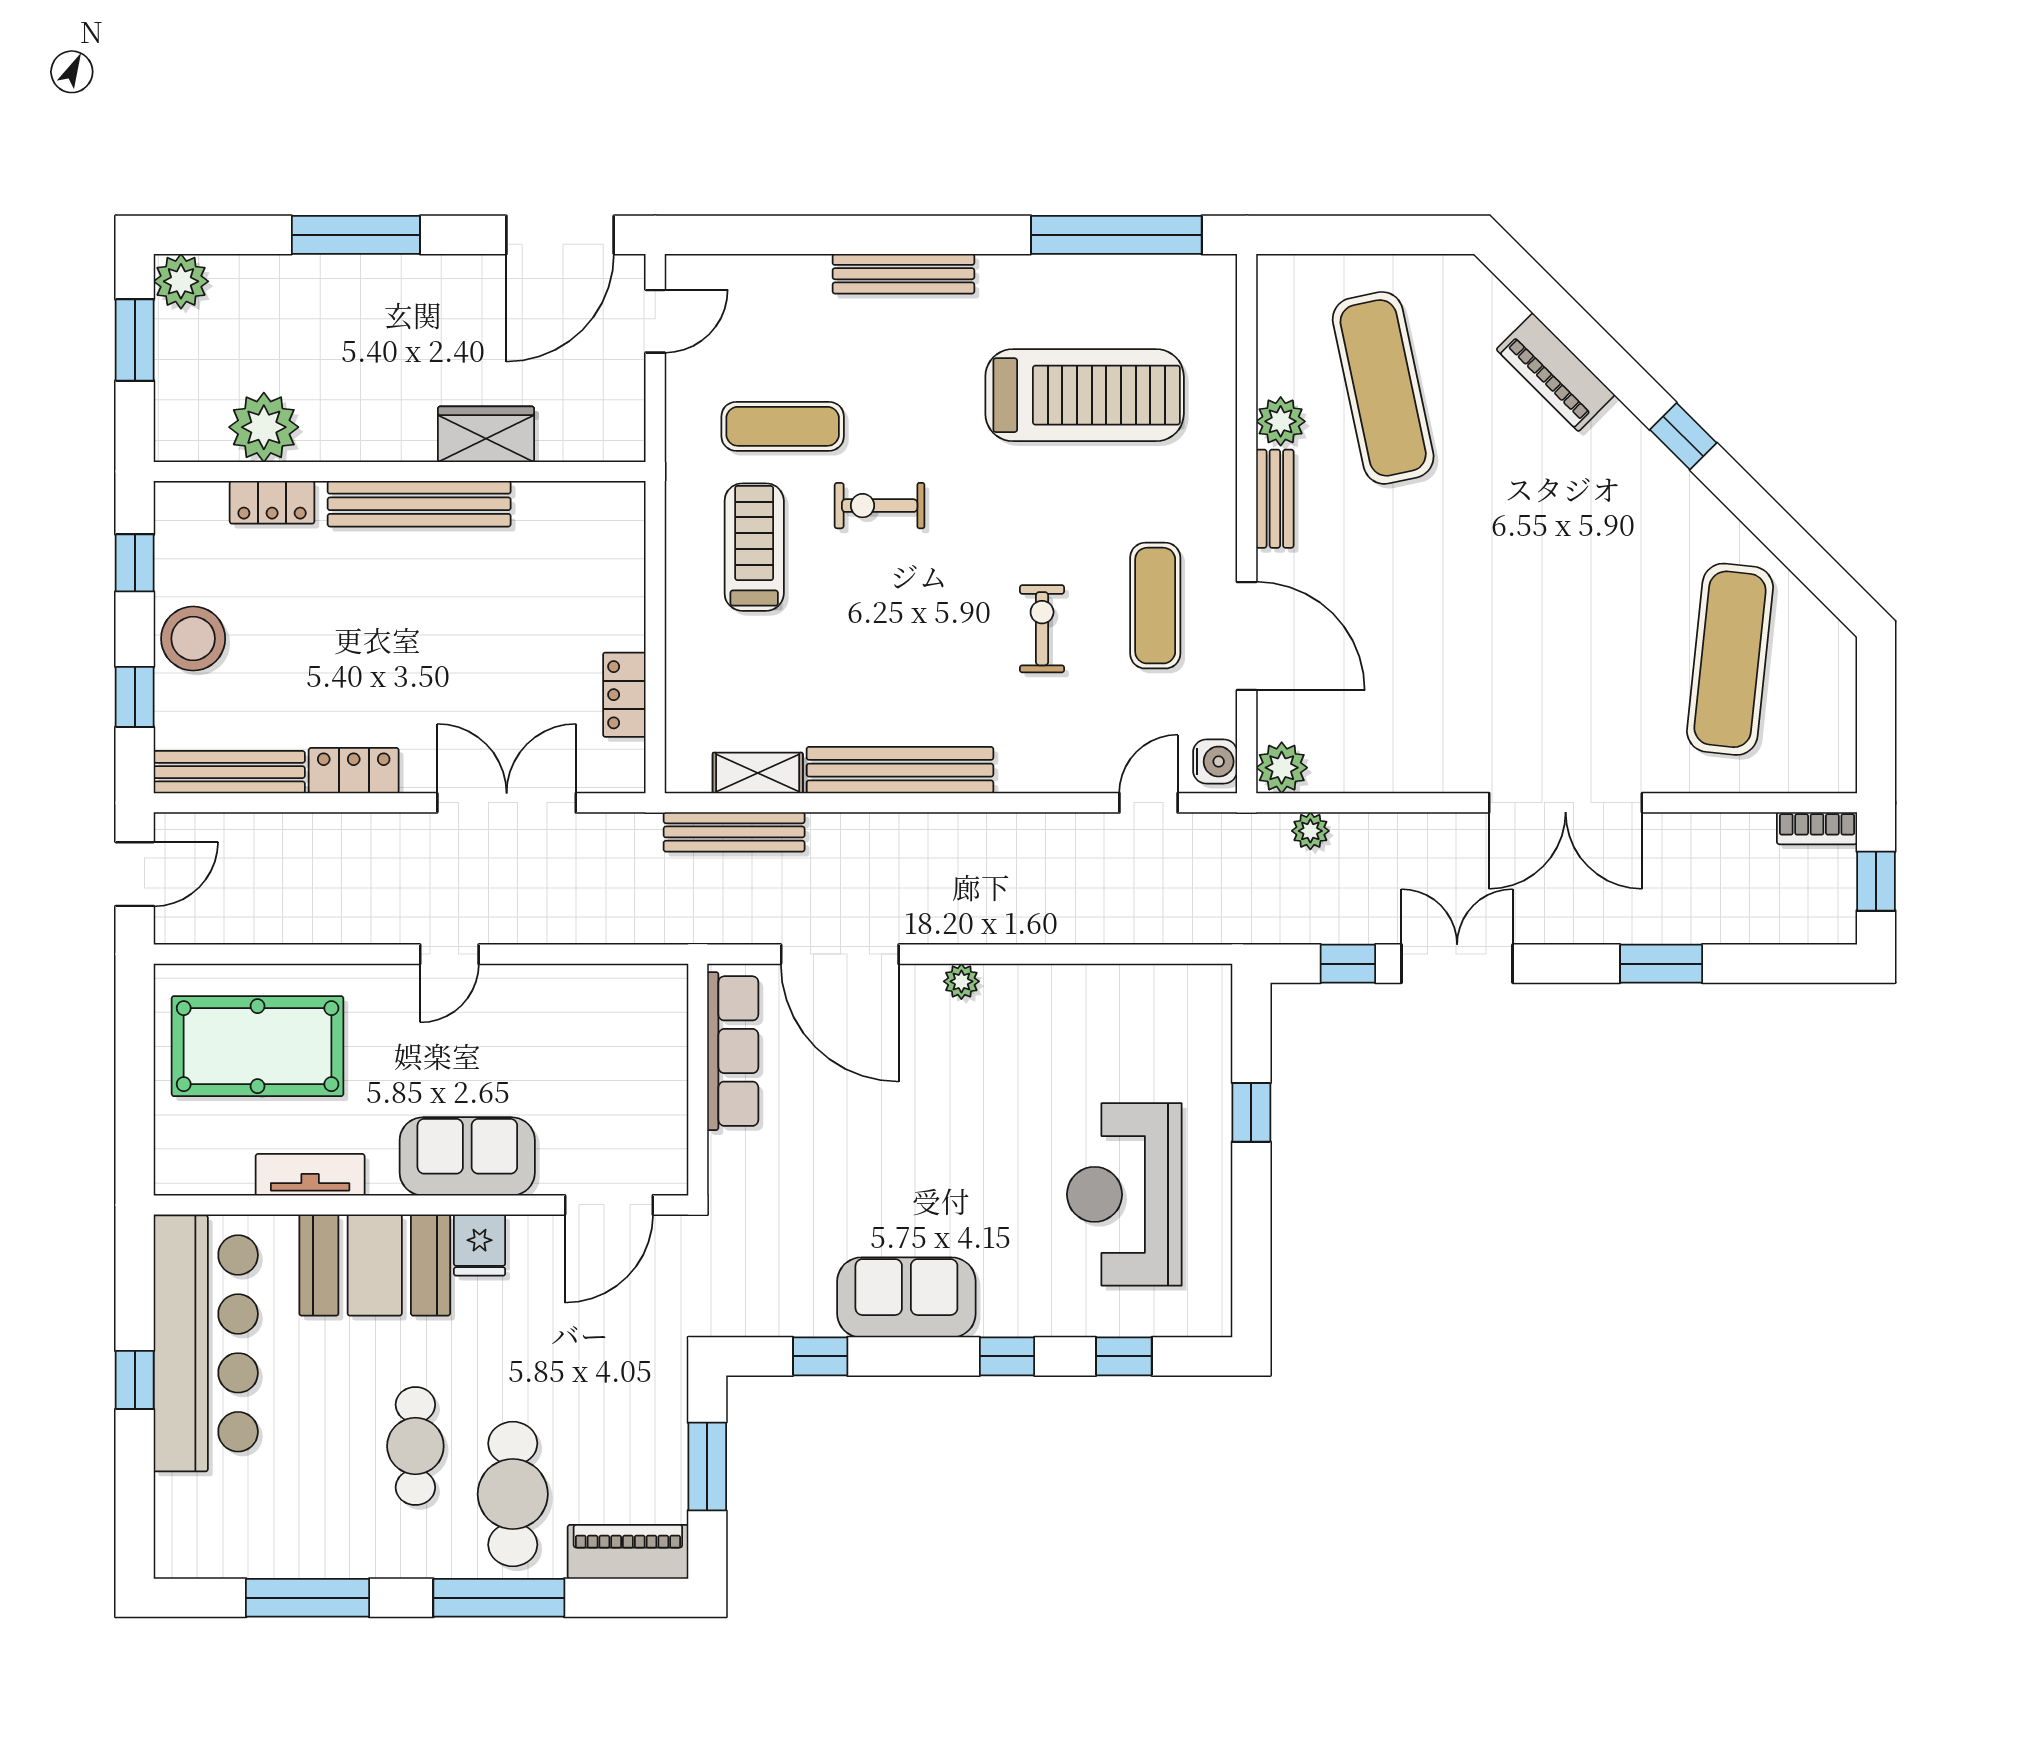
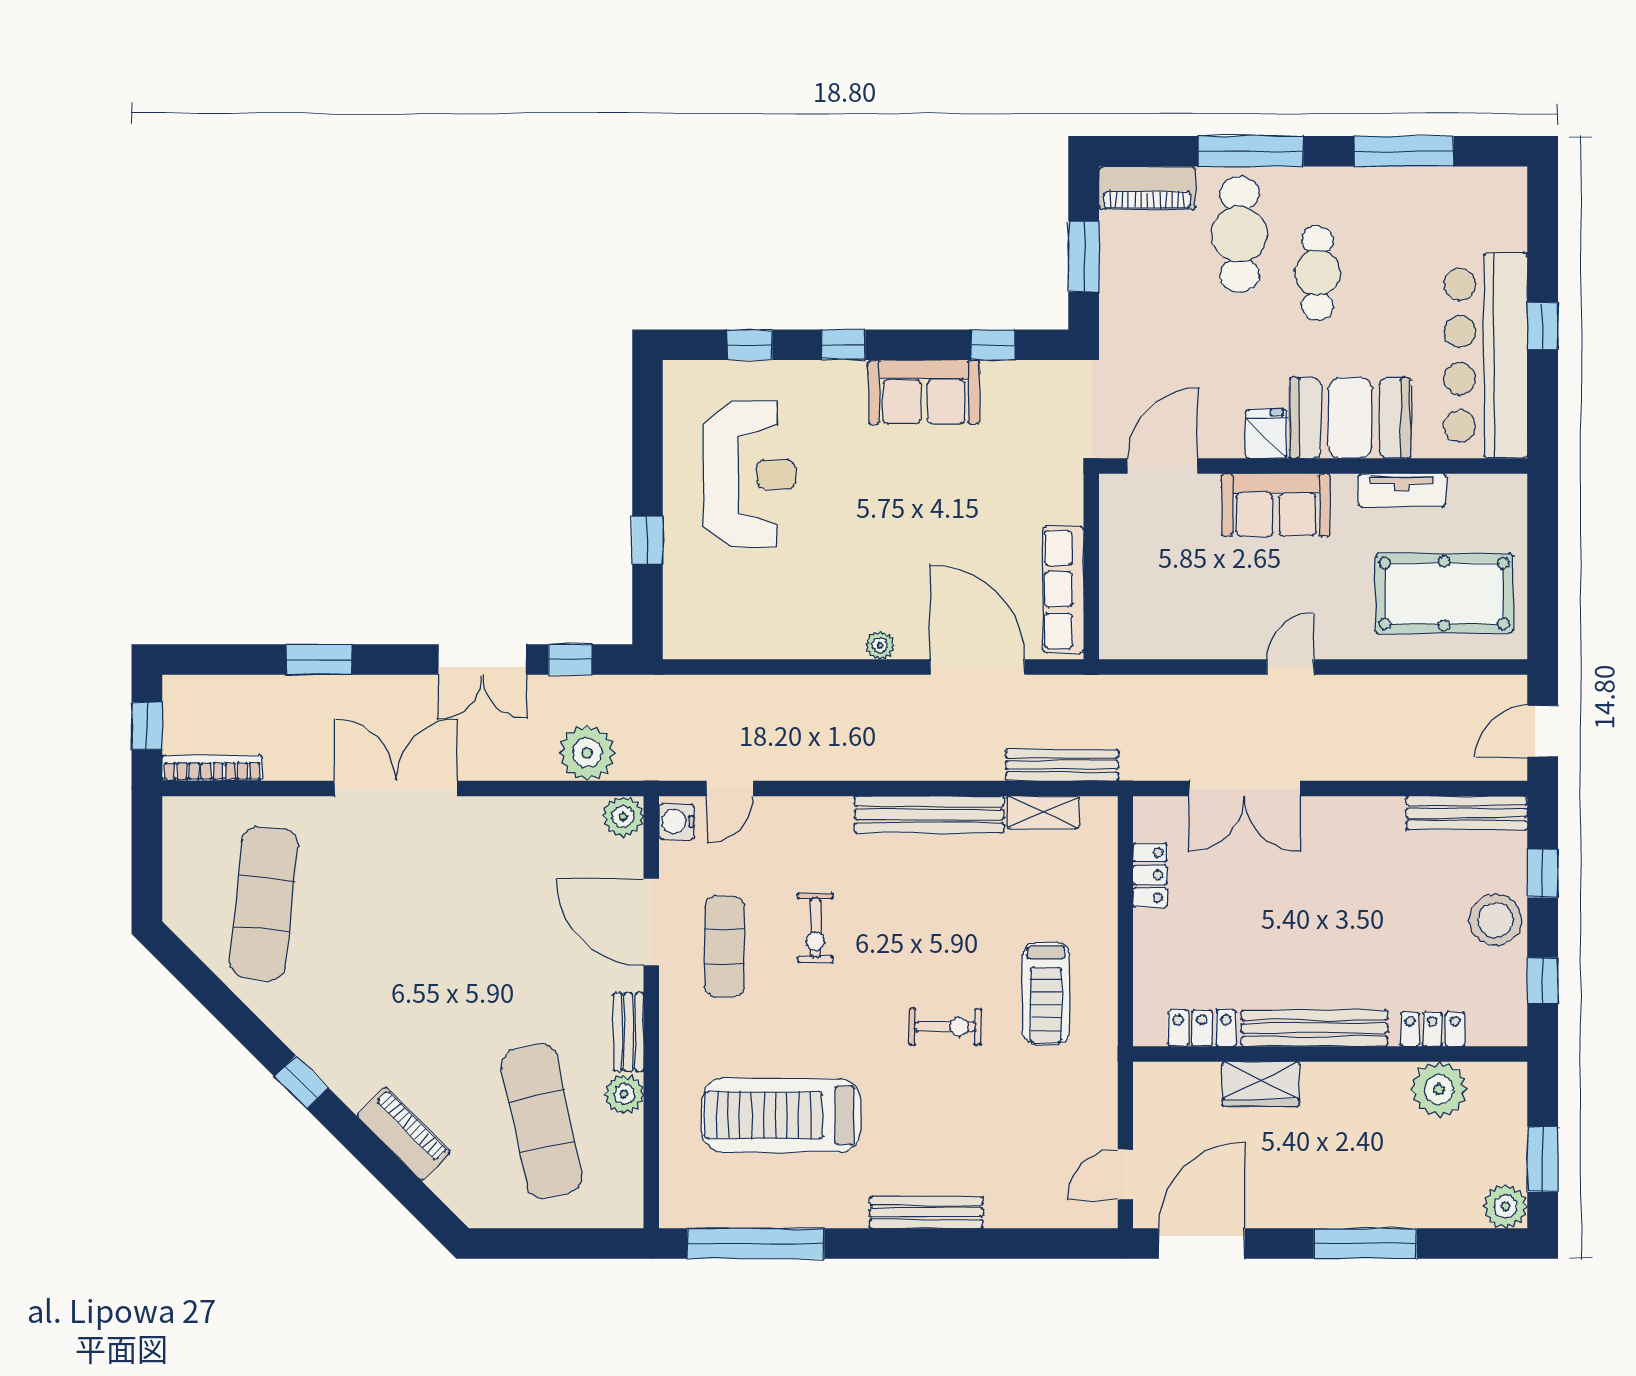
exercise mat: (783, 426) -> (1023, 1090), removed
locker: (354, 771) -> (1202, 1028), moved, turned 180
bookcase: (1817, 828) -> (212, 768), width x1.56
plant: (1310, 831) -> (587, 753), width x1.87, depth x1.87

